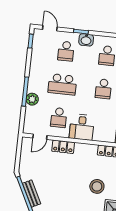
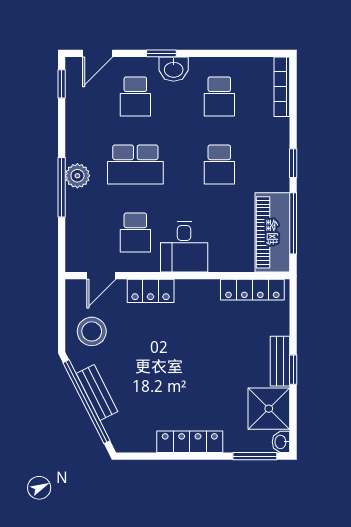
door: (50, 28) -> (98, 53), swing flipped
plant: (32, 99) -> (77, 176), moved
stool: (97, 186) -> (92, 331), moved

